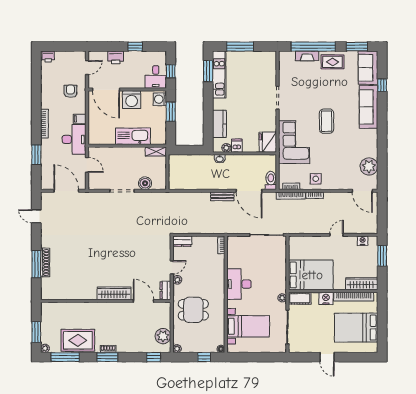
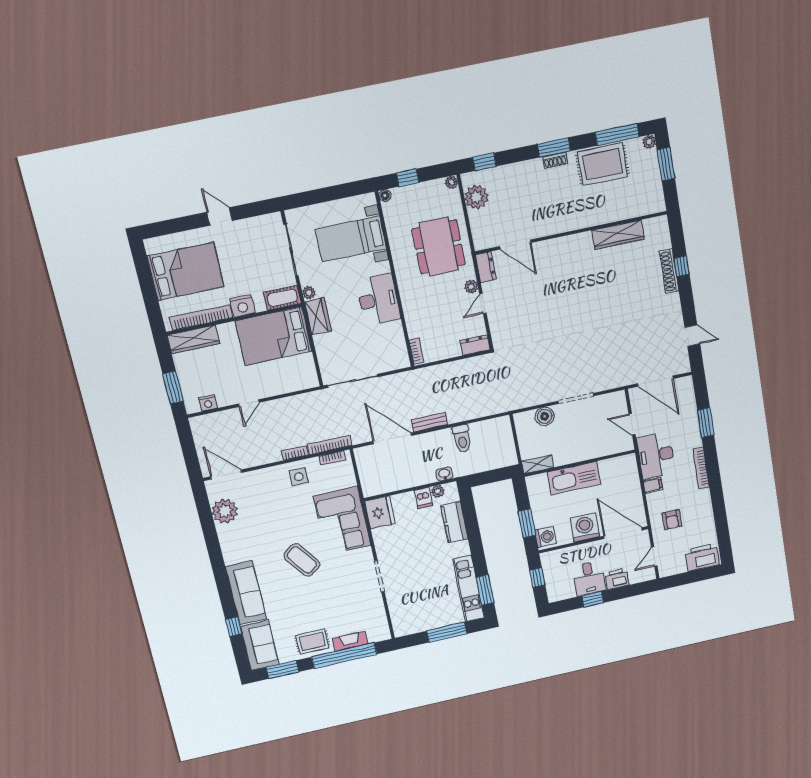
printer: (48, 57) -> (702, 557), width x1.87, depth x1.48
desk: (156, 77) -> (589, 578), moved, turned 180
coffee table: (326, 121) -> (302, 560), turned -35
toilet: (271, 180) -> (462, 438), moved
window: (36, 264) -> (682, 266), width x0.46
wardrobe: (280, 282) -> (318, 316), added
wardrobe: (114, 293) -> (618, 235), moved
dining table: (193, 310) -> (439, 247), width x1.38

